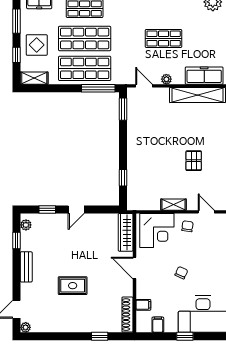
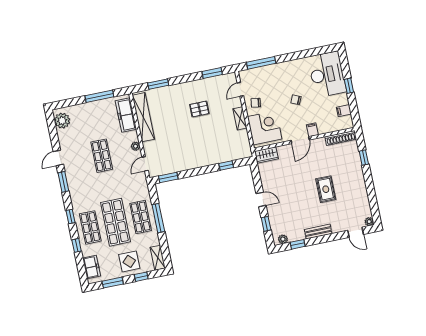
shop shelf: (85, 68) -> (141, 217), width x0.70, depth x0.74
window: (98, 88) -> (158, 218), moved
wardrobe: (126, 232) -> (266, 155), width x0.67
filing cabinet: (143, 305) -> (312, 130), moved

